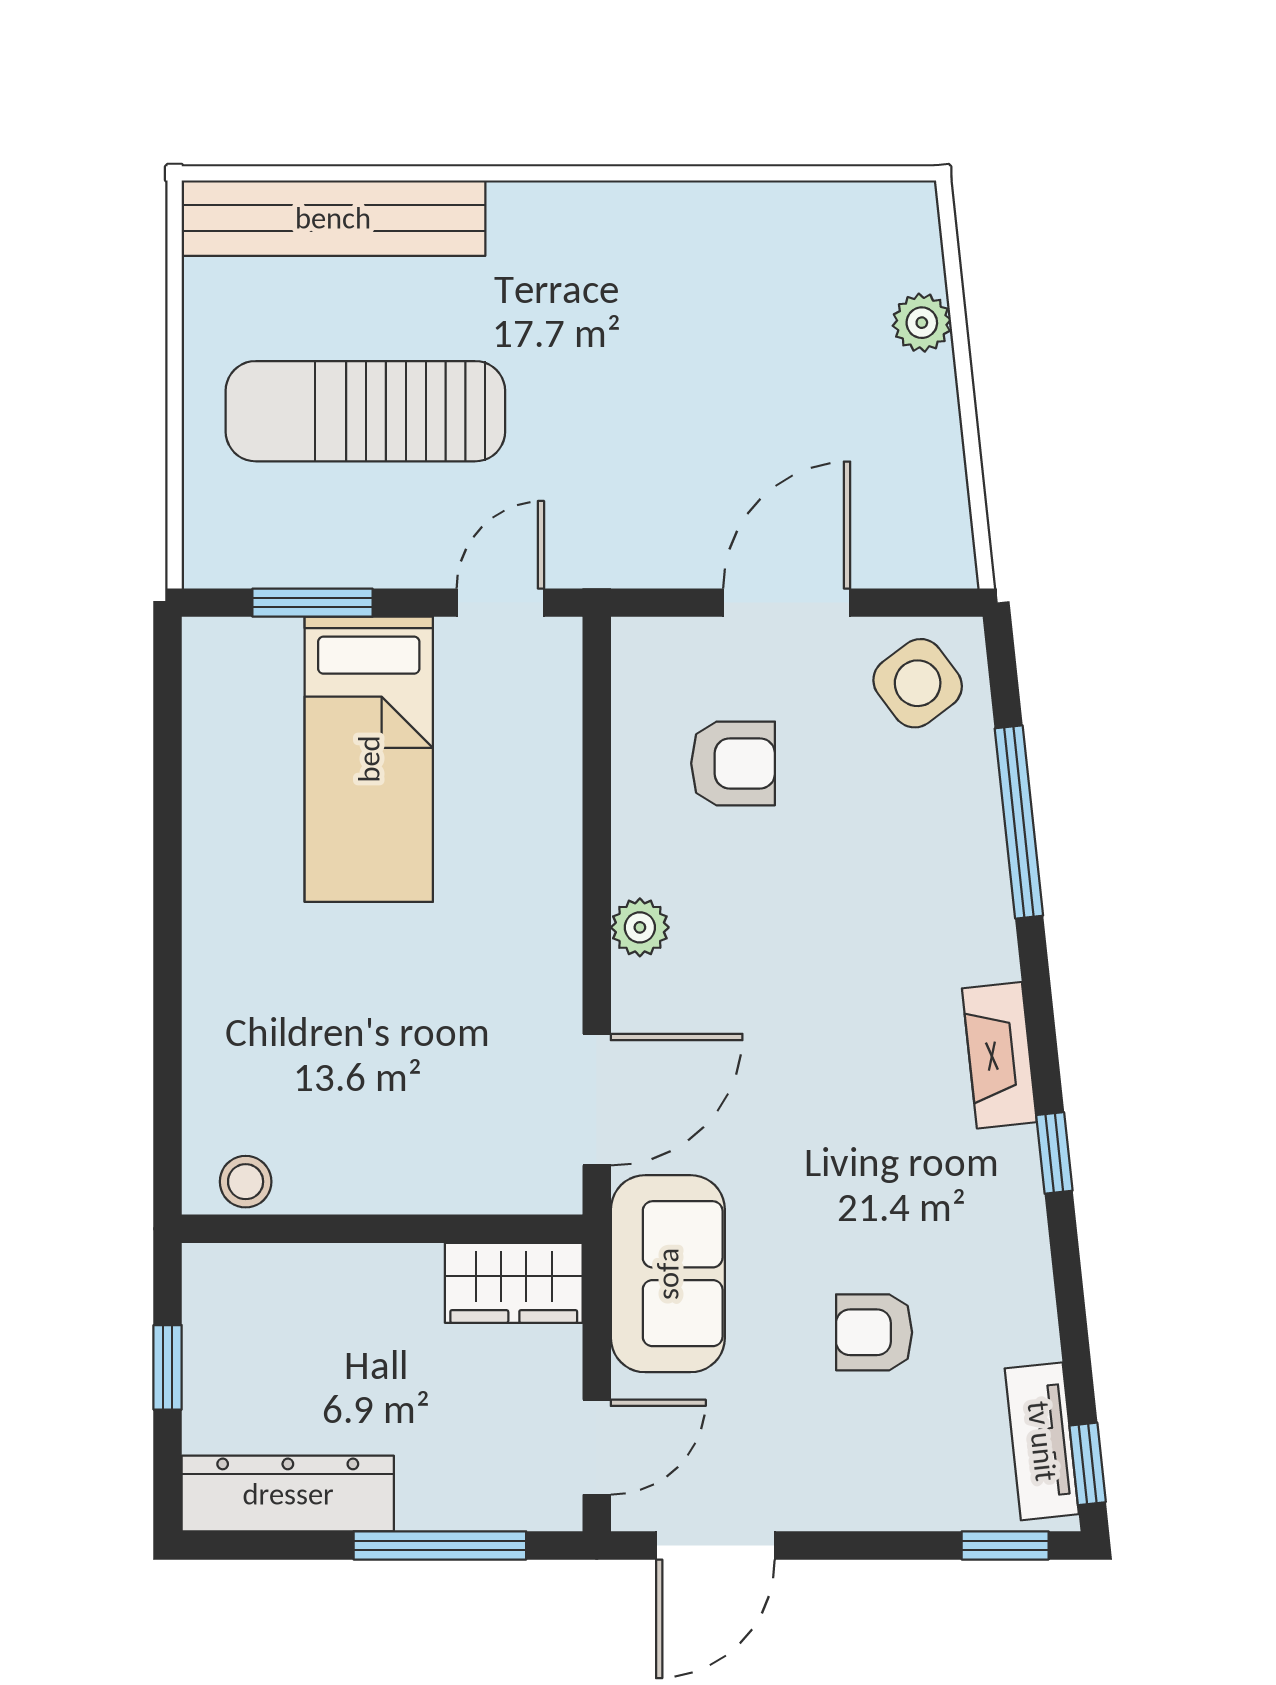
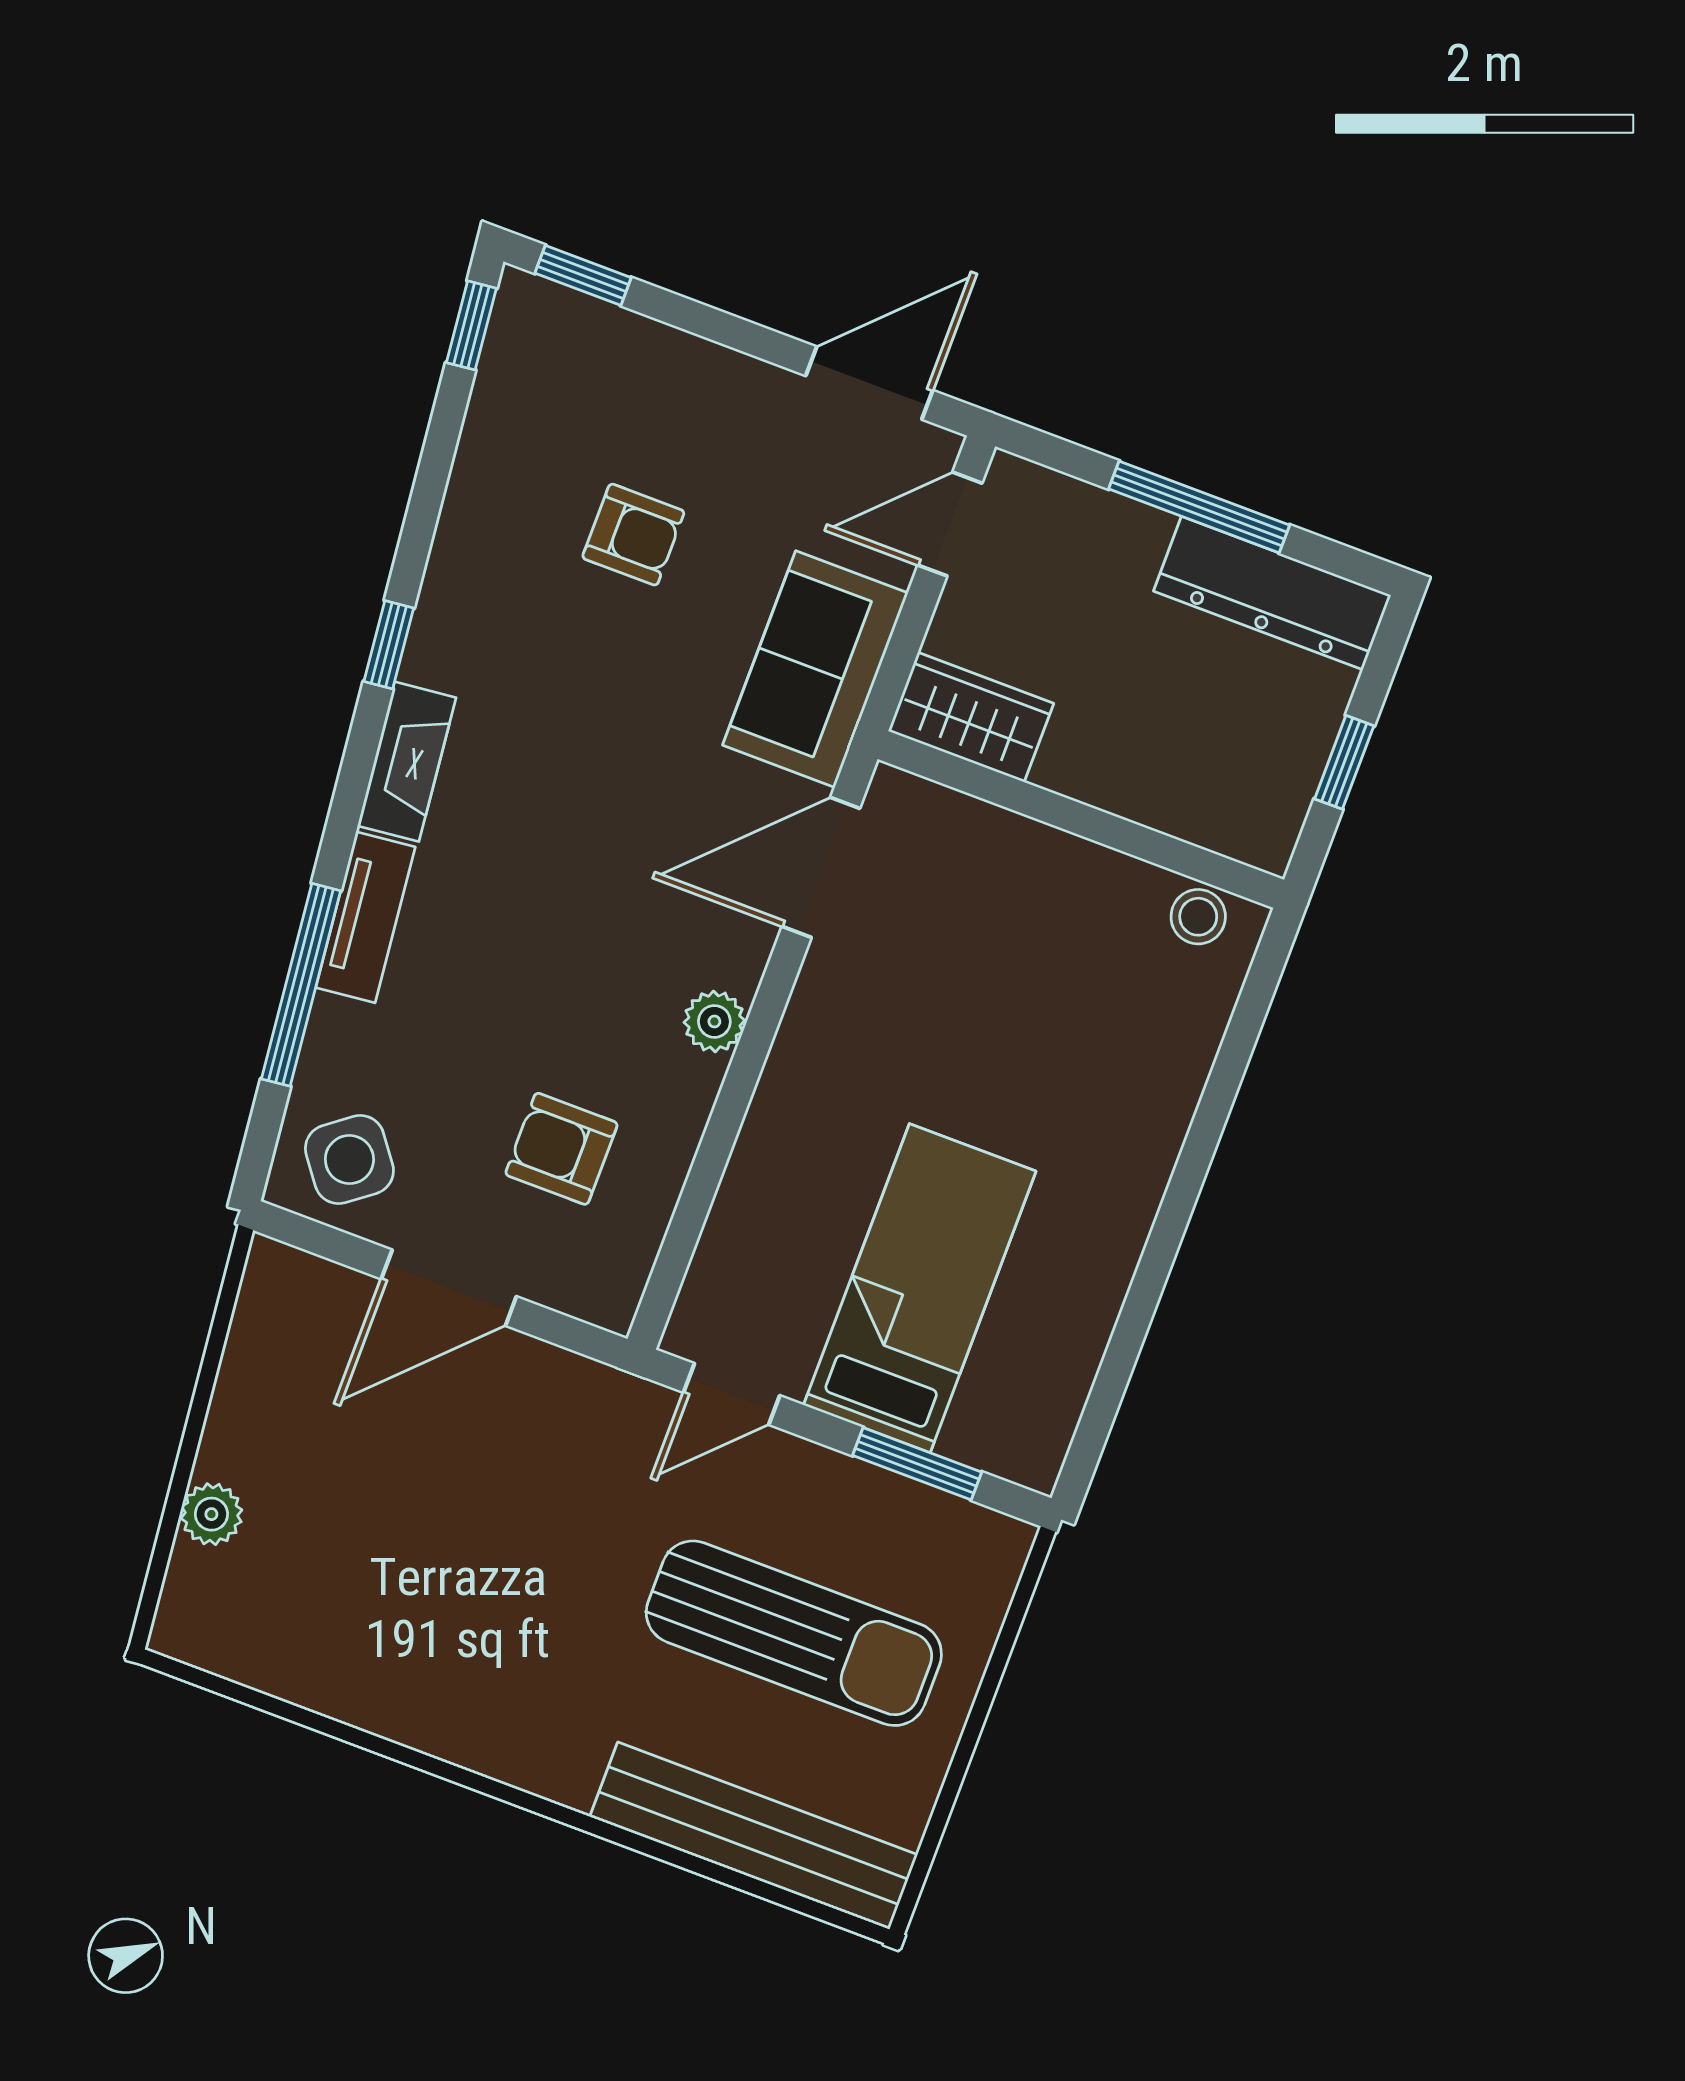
tv unit: (1042, 1441) -> (365, 917), moved
window: (440, 1545) -> (1199, 507), moved

